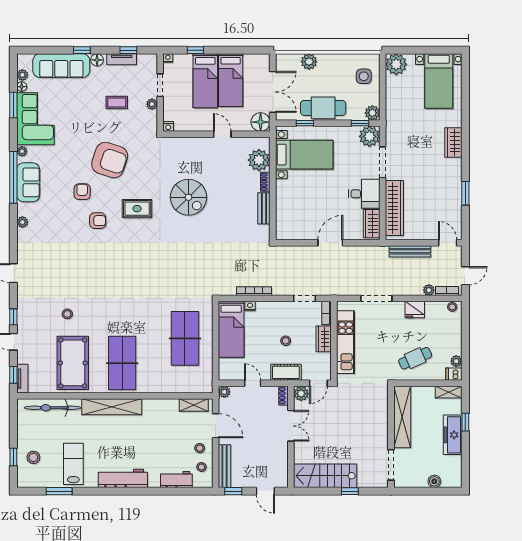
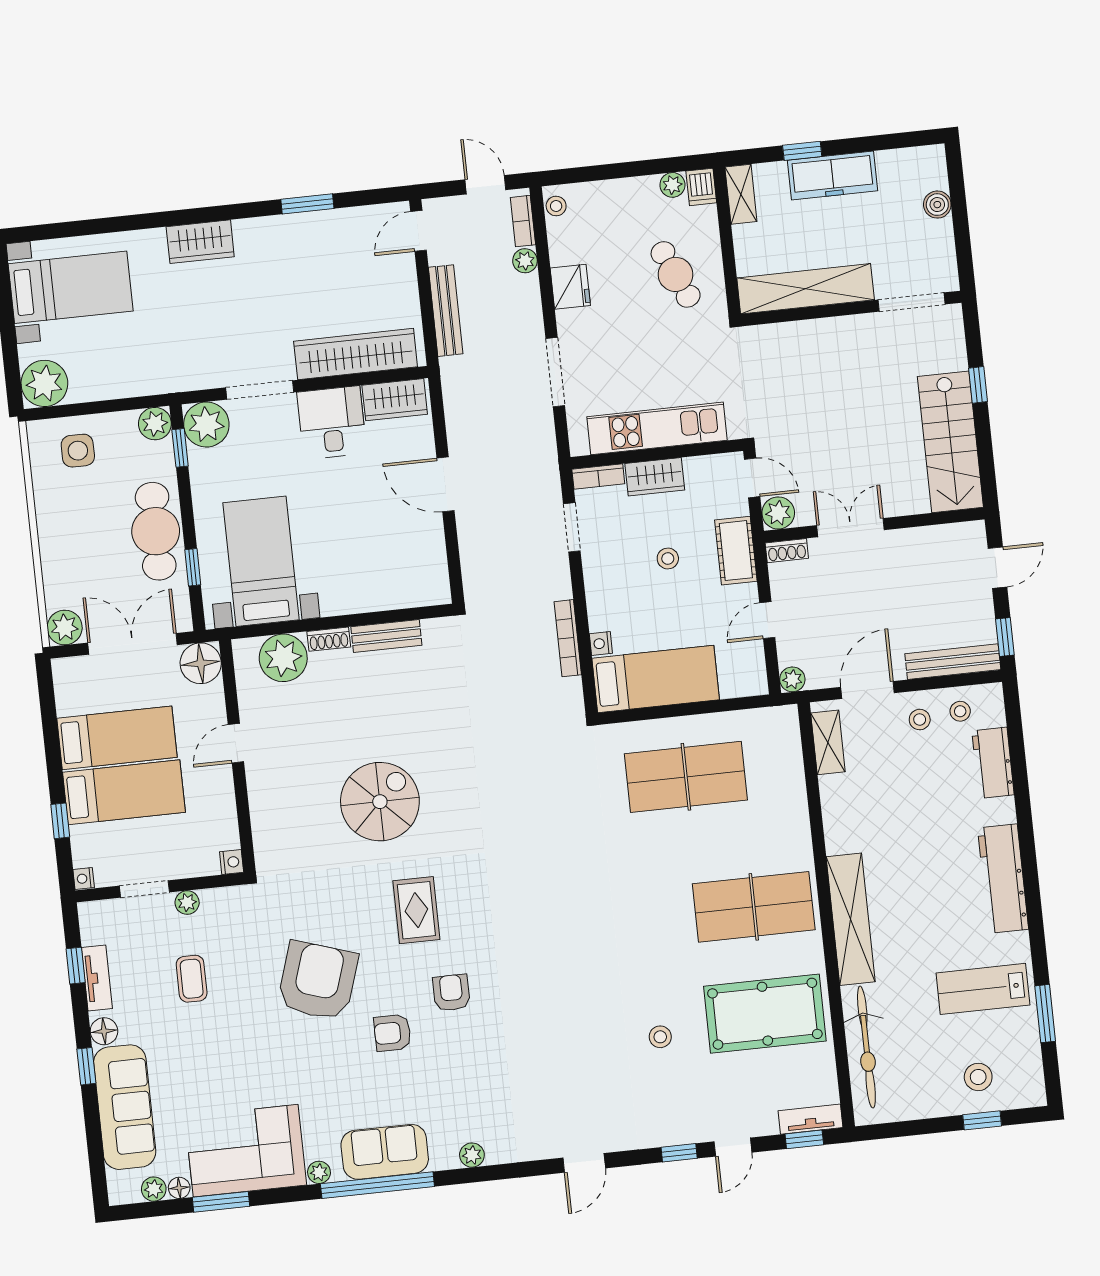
plant: (309, 62) -> (65, 627), moved

